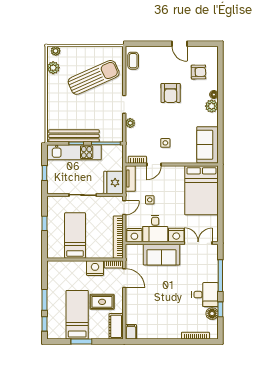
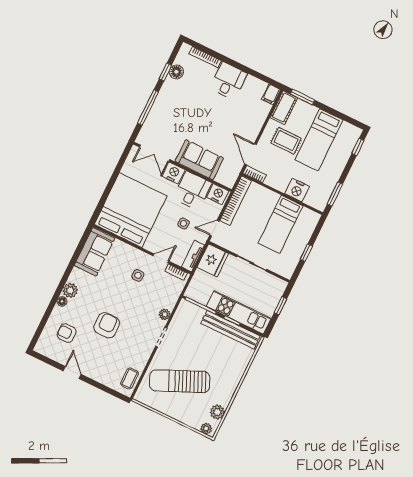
bed: (201, 190) -> (131, 210), width x1.36
nightstand: (95, 268) -> (297, 190), moved
desk: (205, 295) -> (228, 81), moved, turned 90
window: (45, 300) -> (335, 194), moved
window: (81, 341) -> (303, 97), moved

